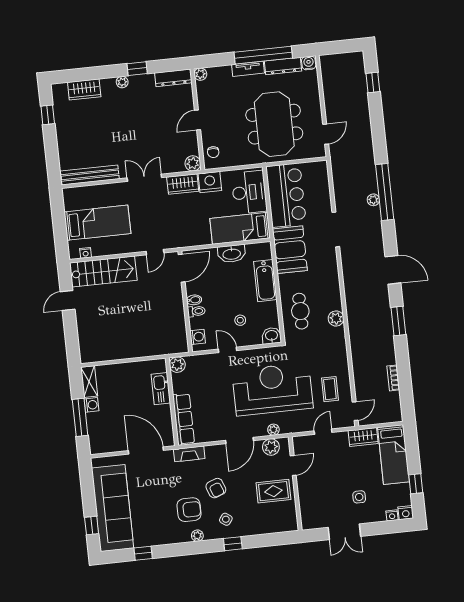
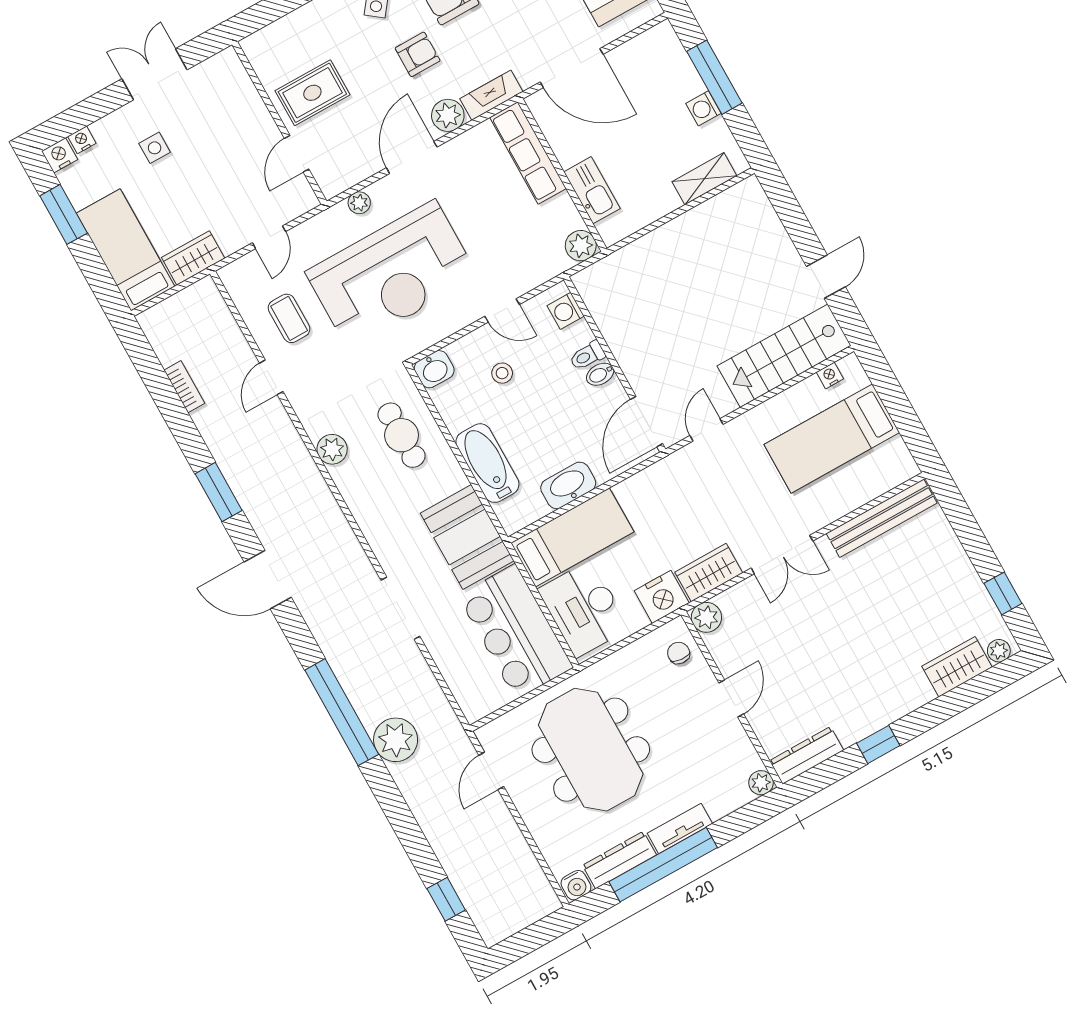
plant: (122, 82) -> (999, 651), moved
plant: (373, 200) -> (396, 740), moved, width x1.88, depth x1.88
shelving: (89, 382) -> (704, 179), moved, turned 90
door: (355, 411) -> (271, 377), moved
plant: (271, 447) -> (448, 115), moved
window: (416, 484) -> (64, 214), width x1.50
armchair: (216, 488) -> (418, 54), turned 111

